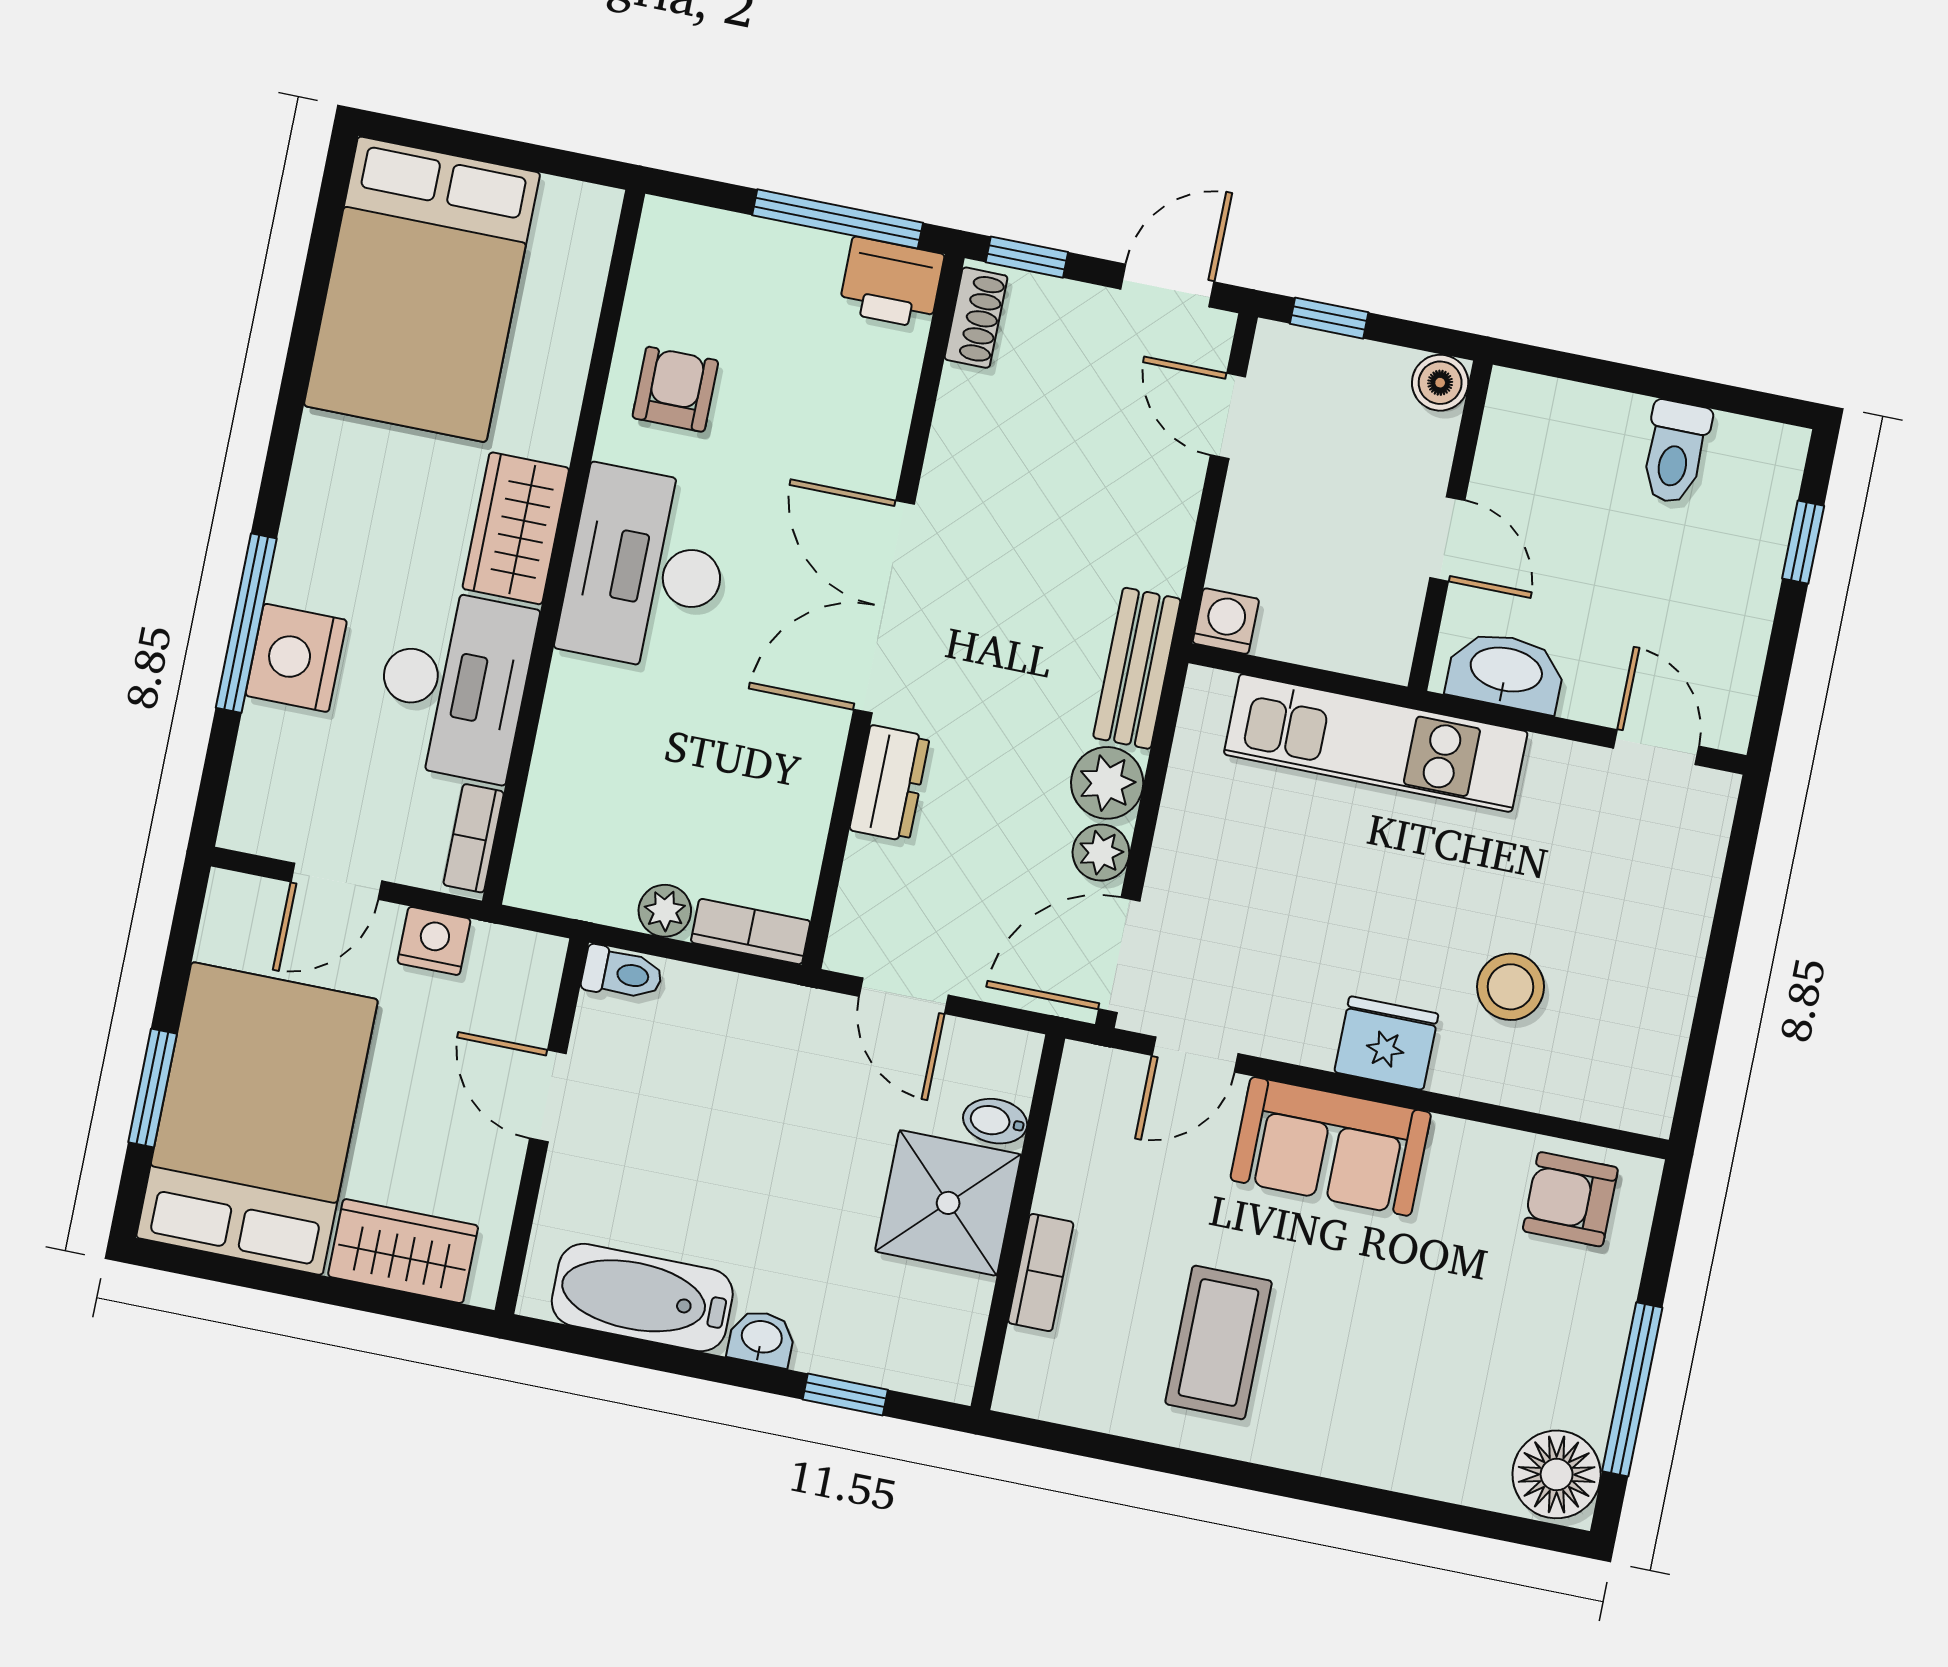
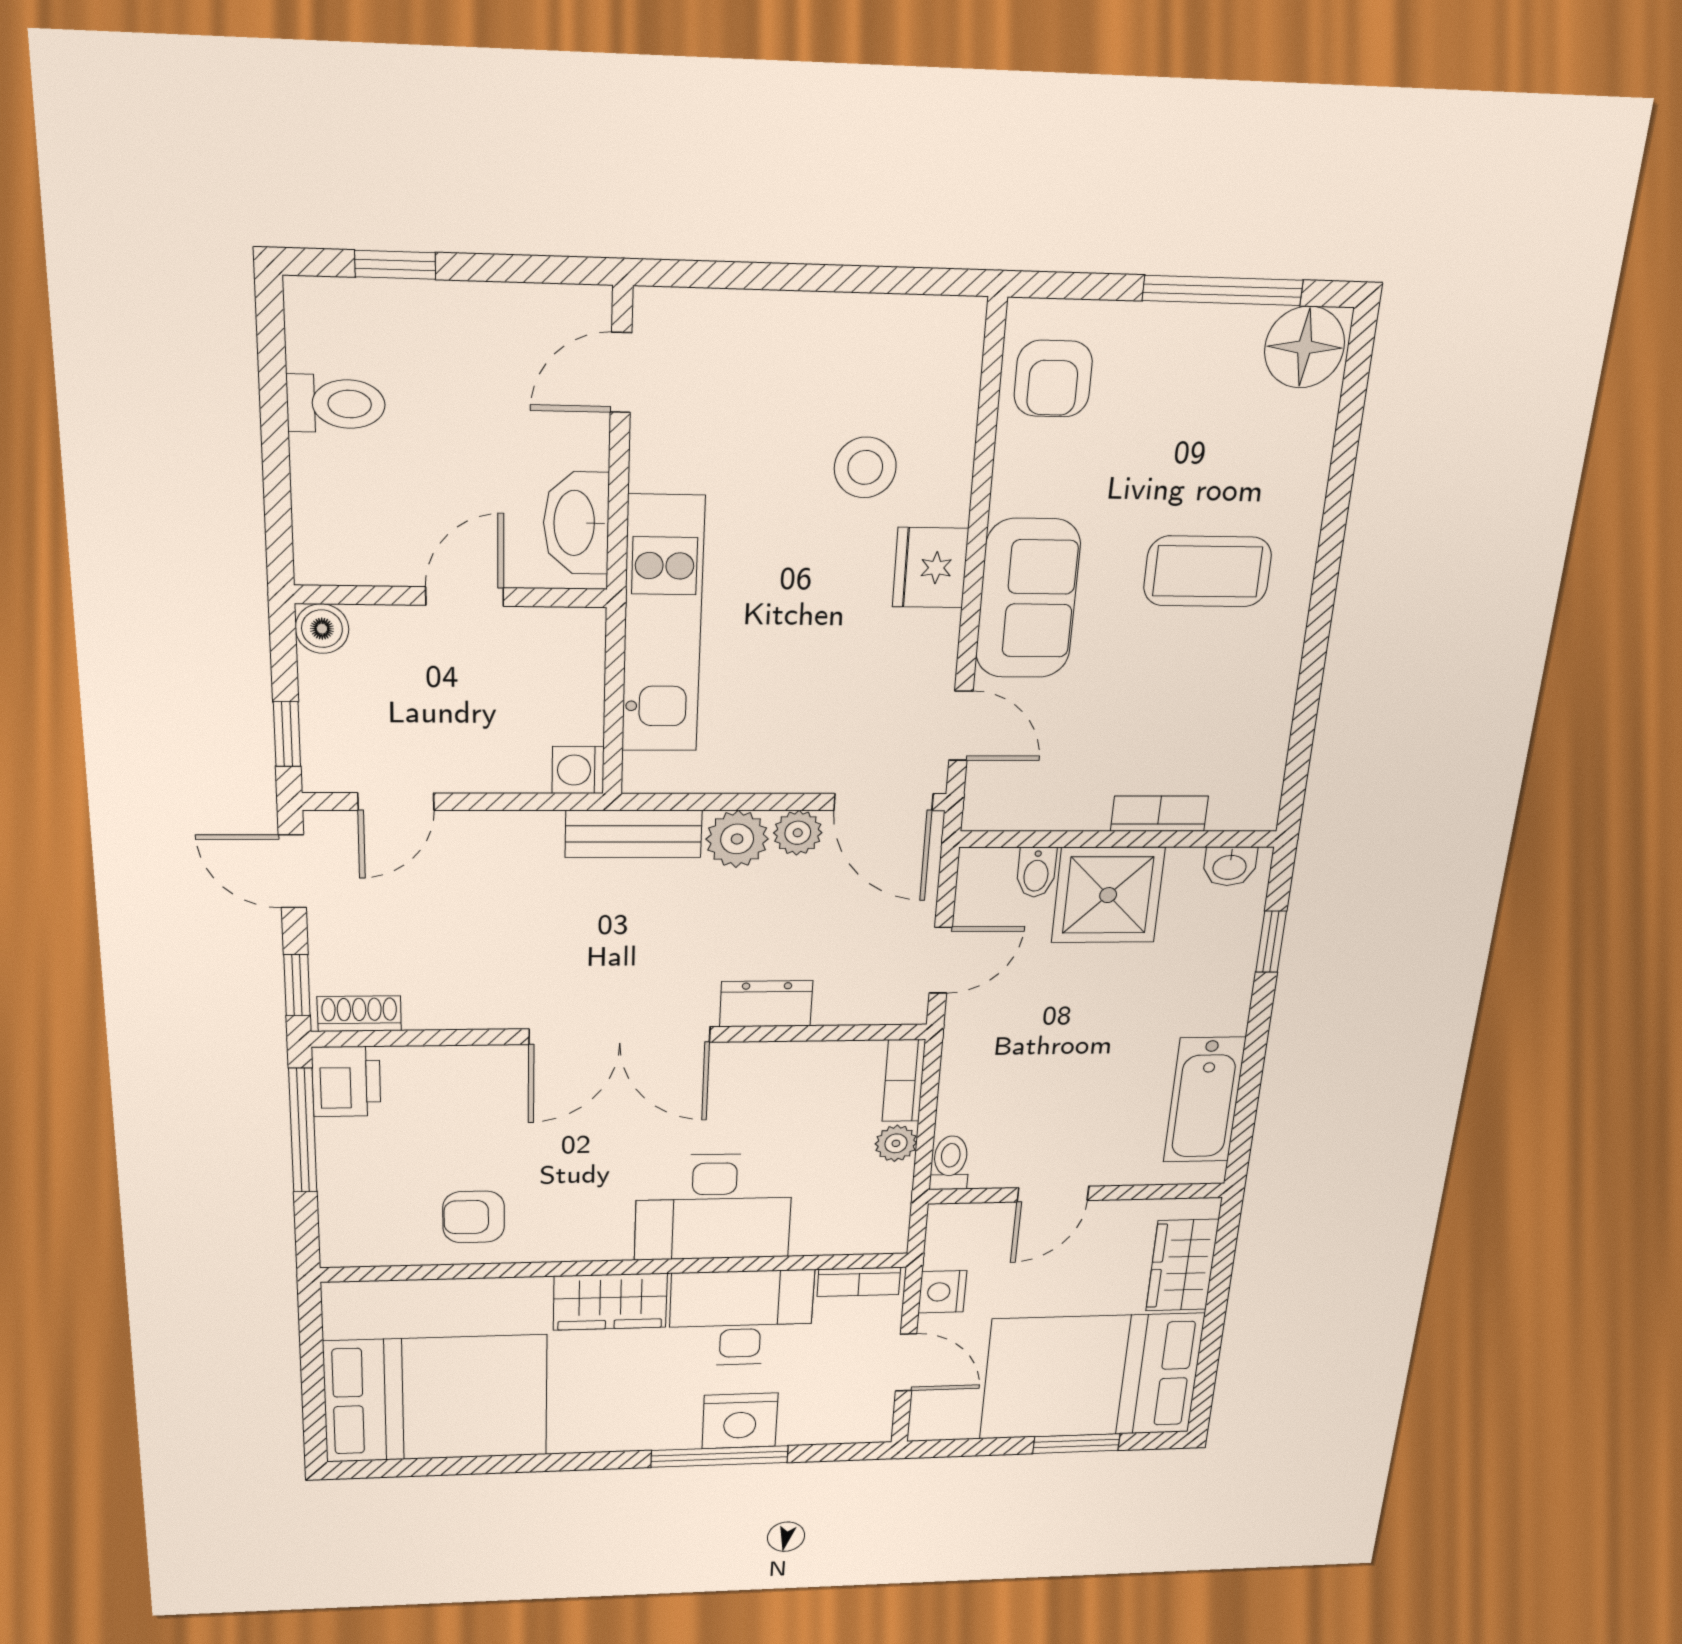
desk: (646, 569) -> (714, 1207), moved
washbasin: (762, 1338) -> (1230, 866), moved, turned -90
coffee table: (1219, 1342) -> (1208, 571), moved

